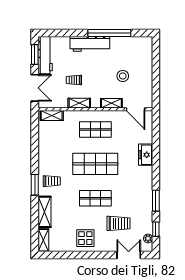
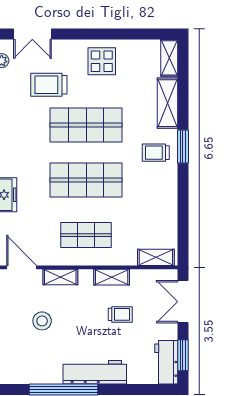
workbench: (45, 55) -> (166, 362), width x0.73
shop shelf: (95, 198) -> (86, 125), width x1.43, depth x1.36

